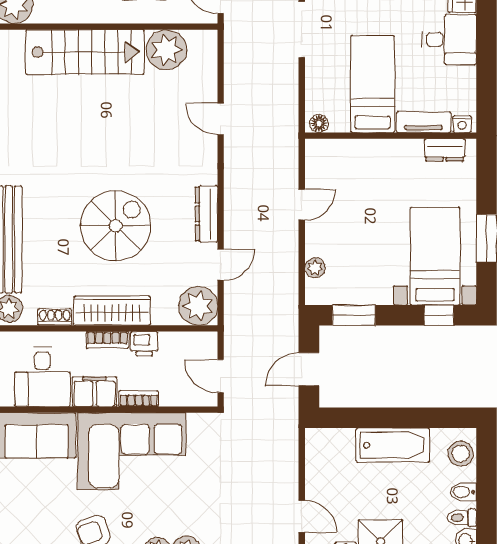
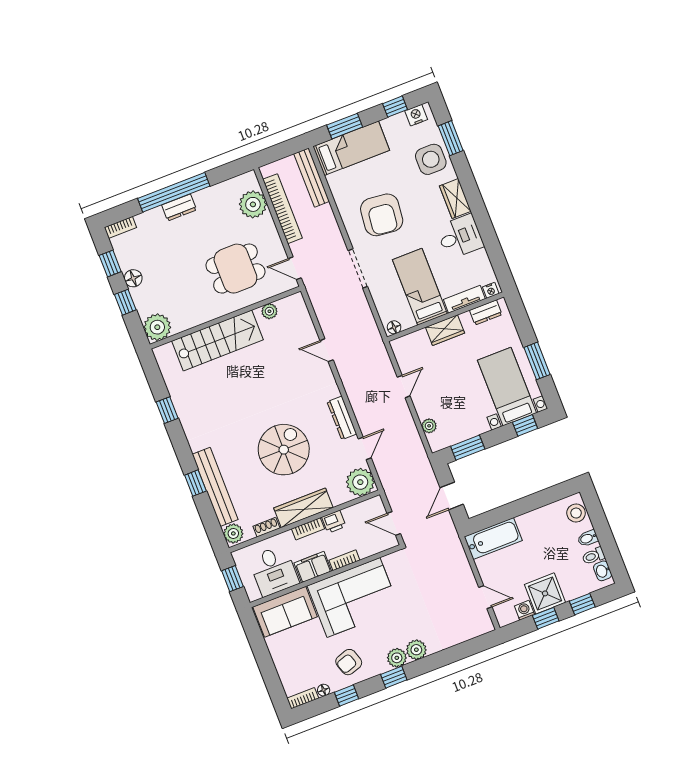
plant: (166, 50) -> (269, 311), width x0.53, depth x0.53
wardrobe: (383, 152) -> (445, 330), added
bathtub: (393, 445) -> (493, 539), moved

